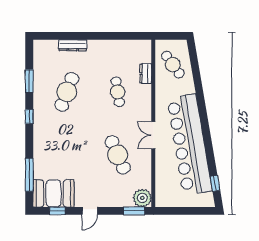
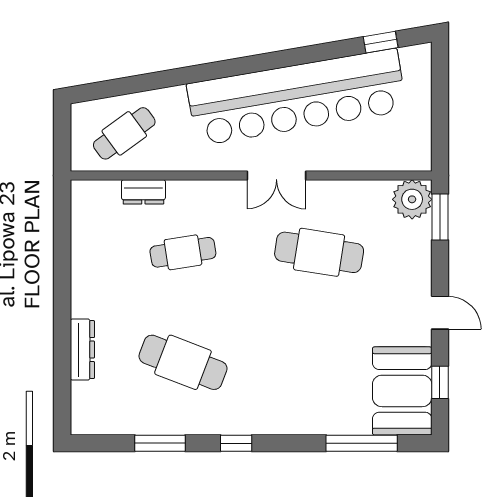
cafe table: (118, 155) -> (319, 252), turned 33

